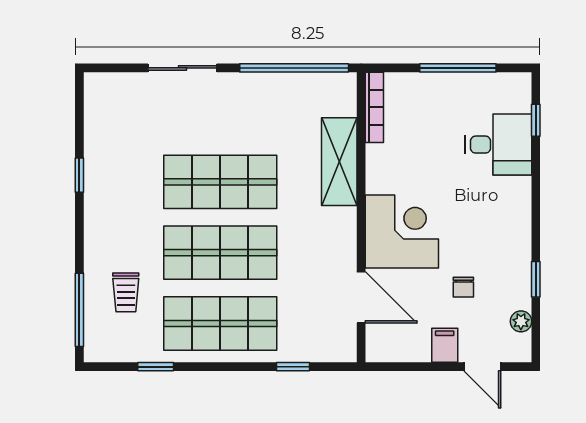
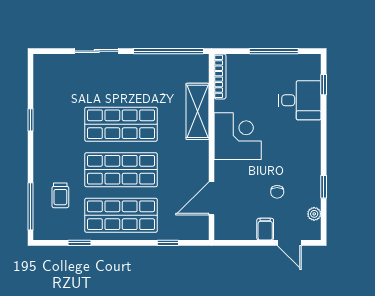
corner desk: (402, 231) -> (238, 136), moved
door: (361, 297) -> (211, 198), swing flipped

